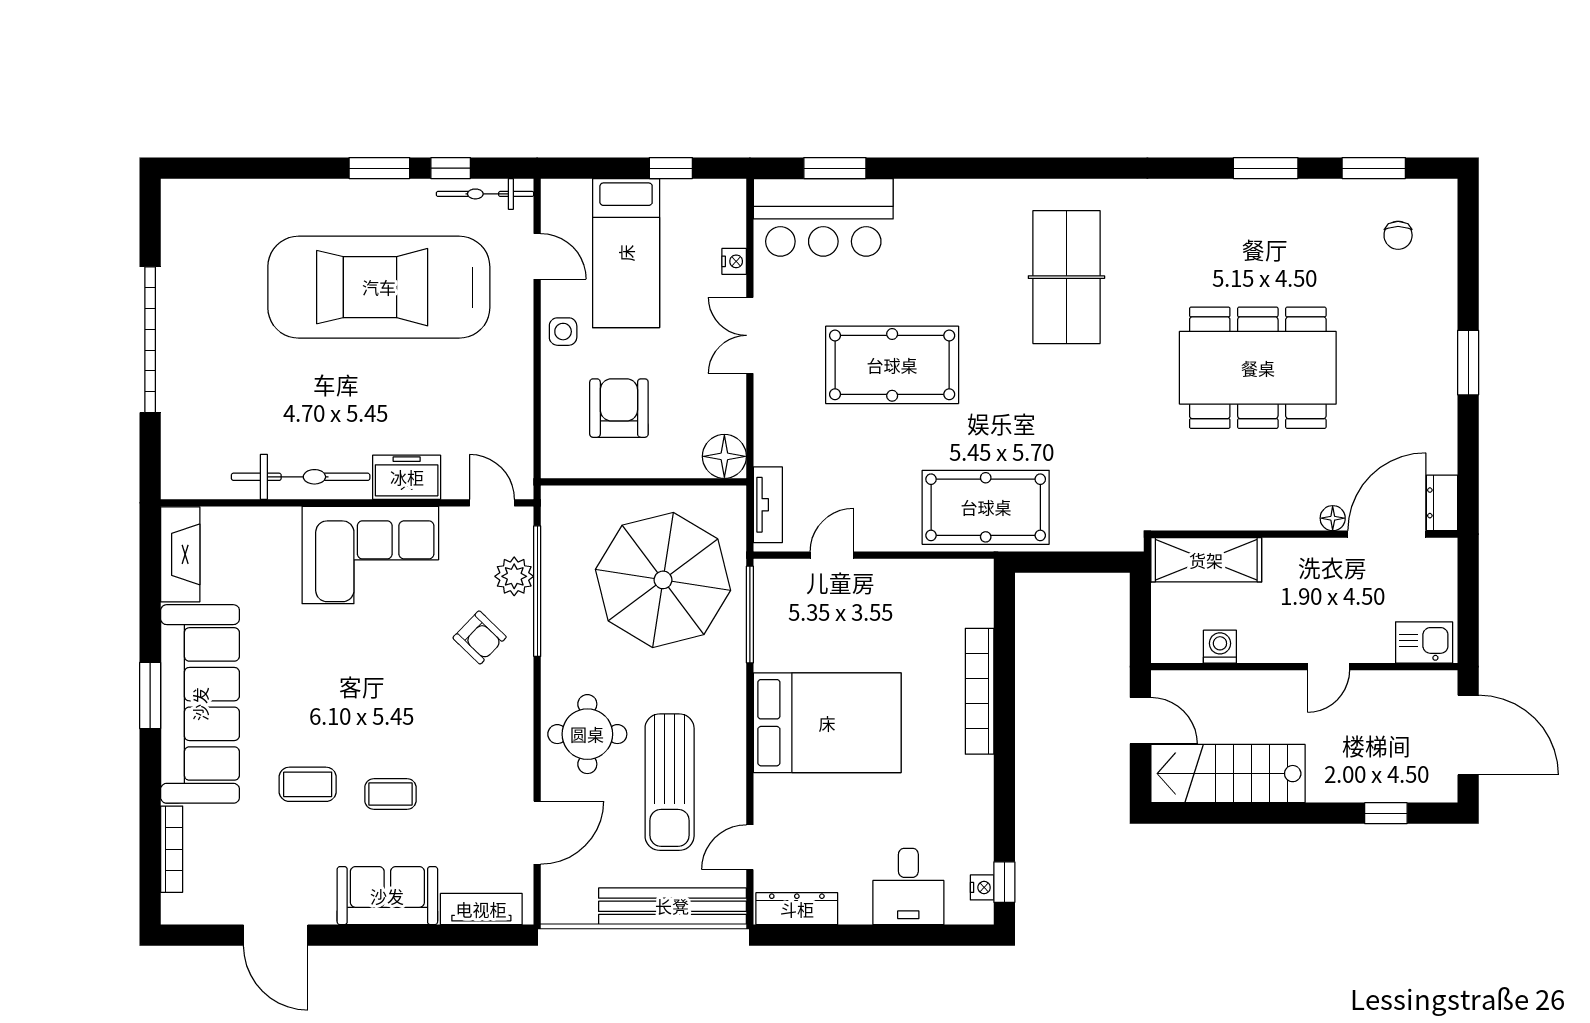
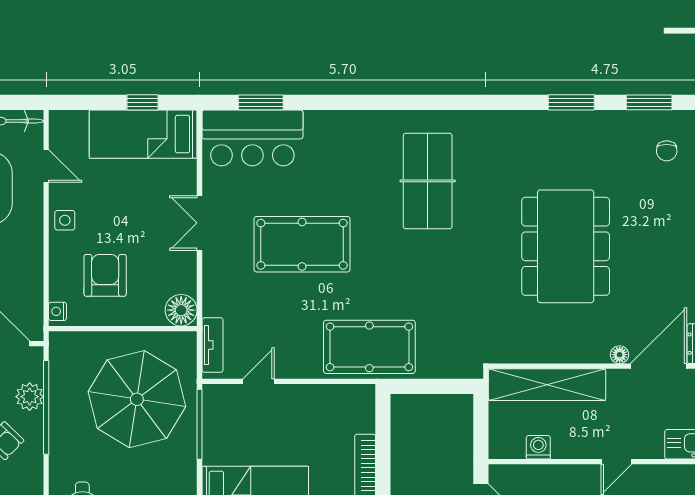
bed: (626, 253) -> (143, 134), moved, turned 90
nightstand: (734, 261) -> (58, 311), moved, turned 180
dining table: (1258, 368) -> (566, 246), turned 90
shelving: (1206, 560) -> (547, 385), width x1.47

